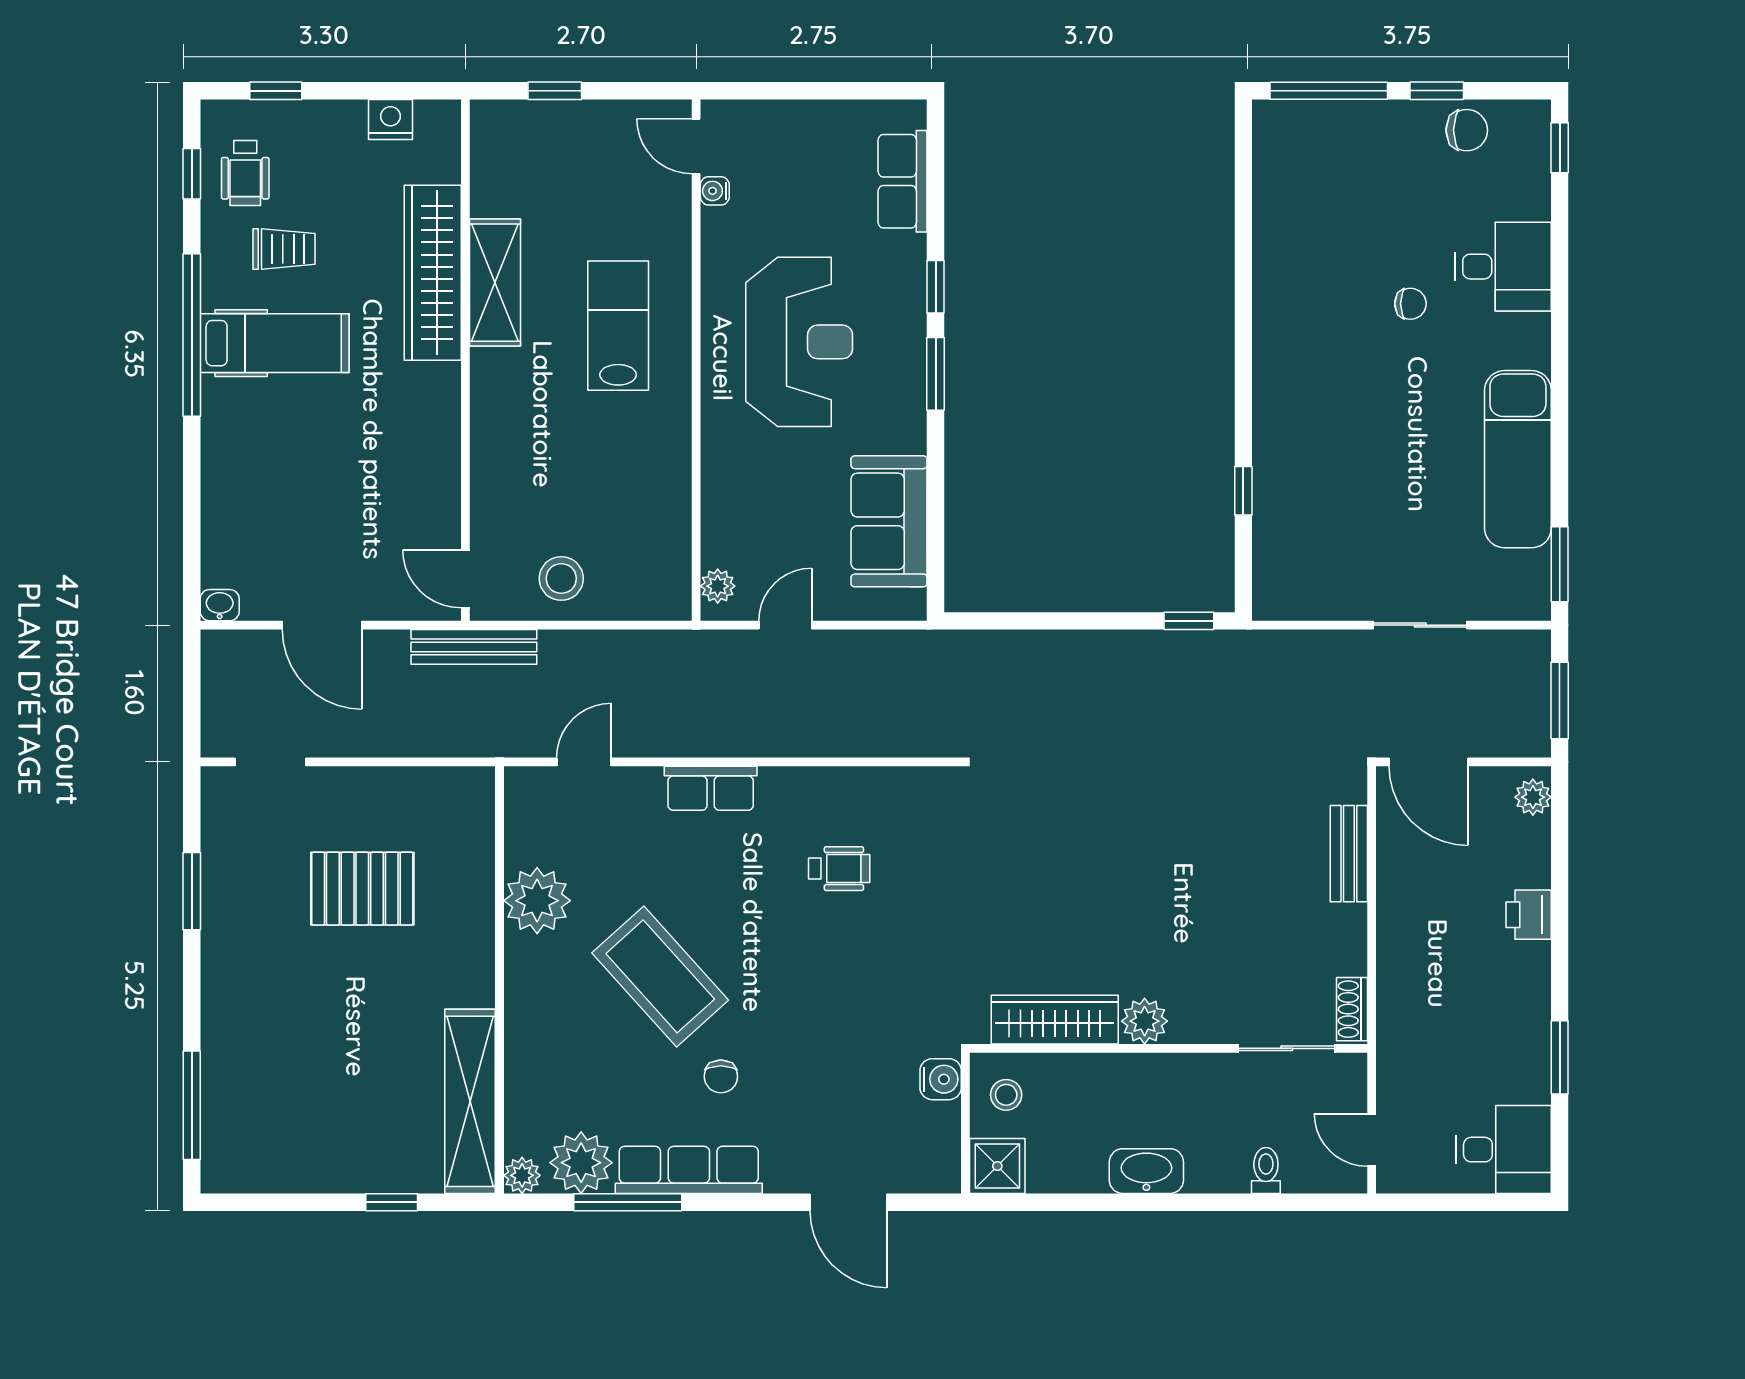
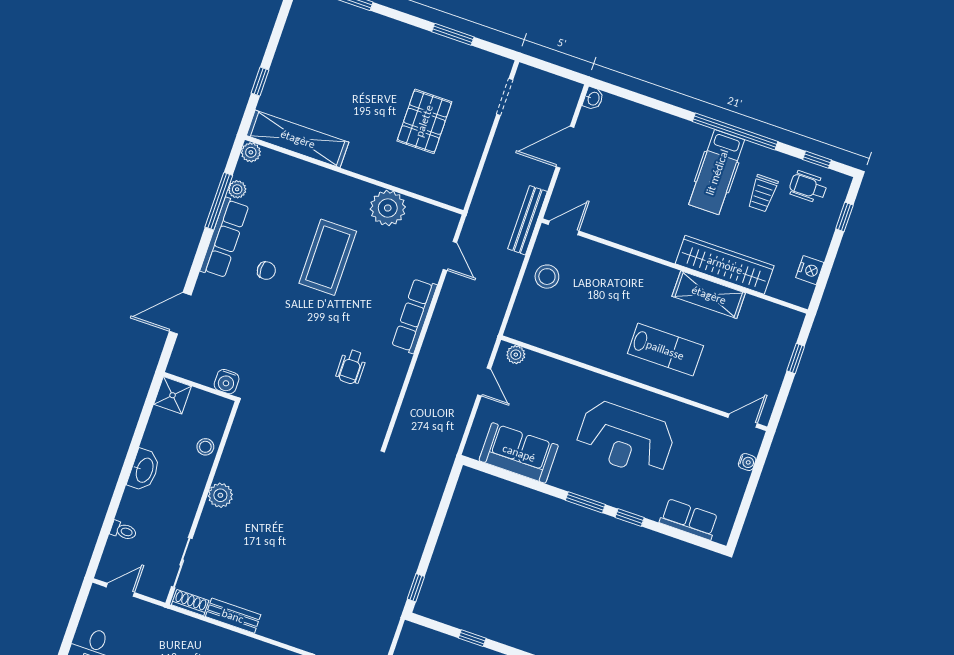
water cooler: (715, 191) -> (747, 462), moved, turned 90
row of seats: (711, 788) -> (414, 316), width x1.48
bench: (1349, 854) -> (233, 616), moved
coffee table: (660, 976) -> (328, 257), turned -48
wardrobe: (1055, 1020) -> (237, 450), removed
chair: (721, 1076) -> (266, 271), turned 180
stool: (1006, 1095) -> (205, 447), moved
plant: (581, 1163) -> (237, 189), width x0.53, depth x0.53

